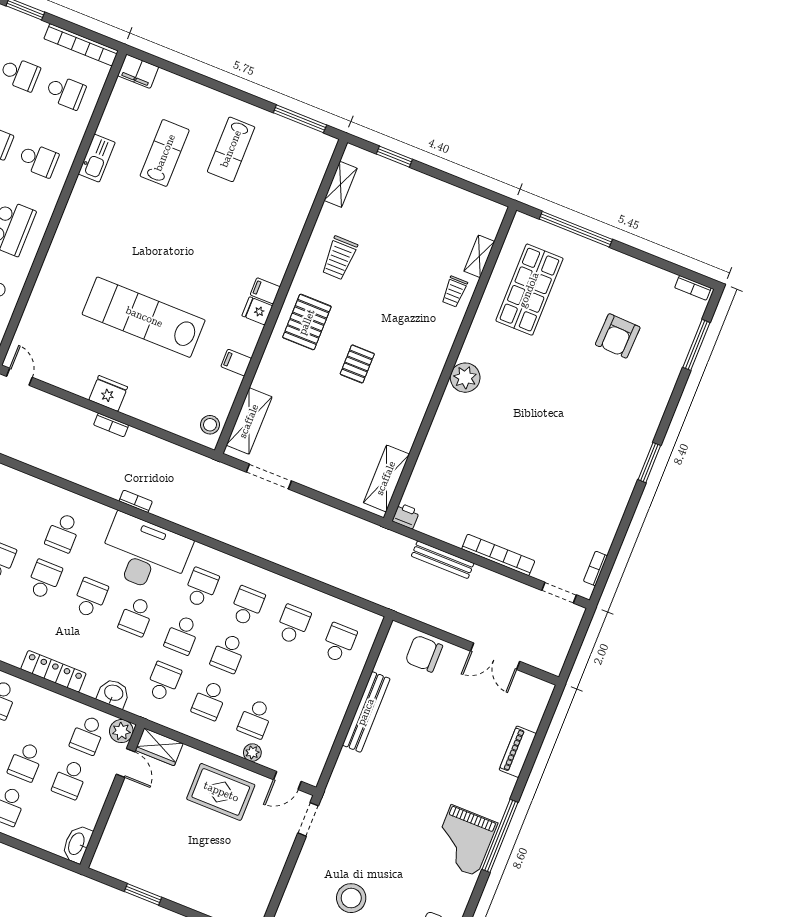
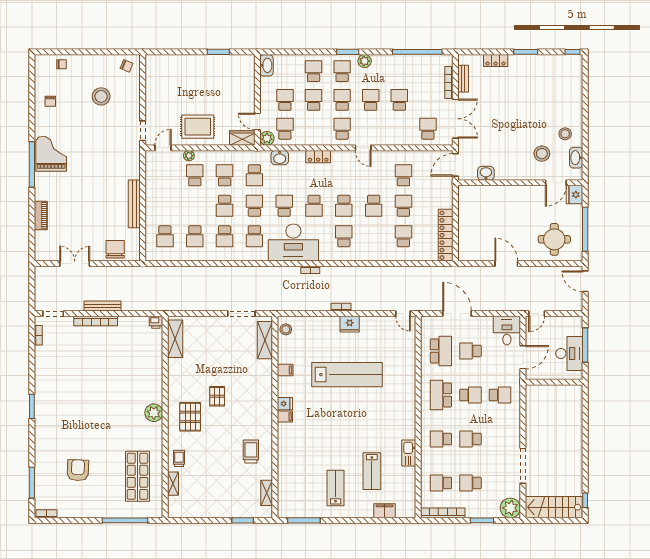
filing cabinet: (138, 71) -> (384, 511), moved
pallet: (307, 322) -> (190, 417), moved
bench: (443, 560) -> (103, 306), moved
school desk: (228, 653) -> (225, 206), turned 180
chair: (424, 654) -> (115, 249), turned -90
locker: (53, 671) -> (318, 157), width x0.66

